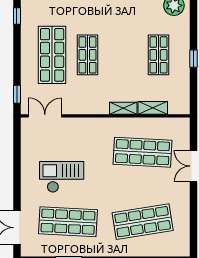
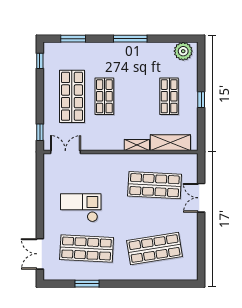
shelving: (153, 108) -> (170, 143), width x1.50, depth x1.33

